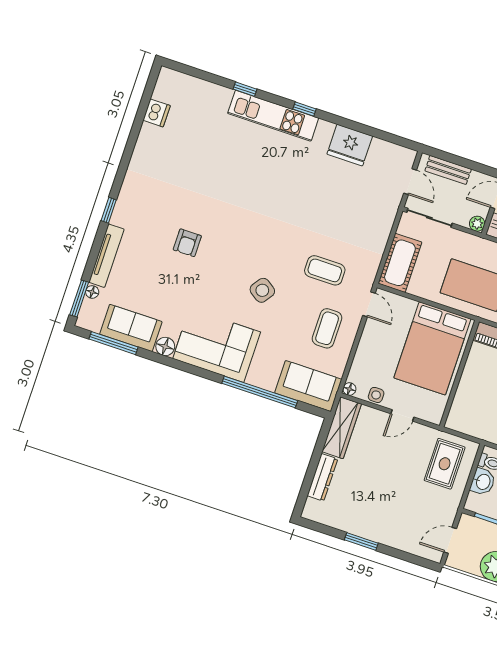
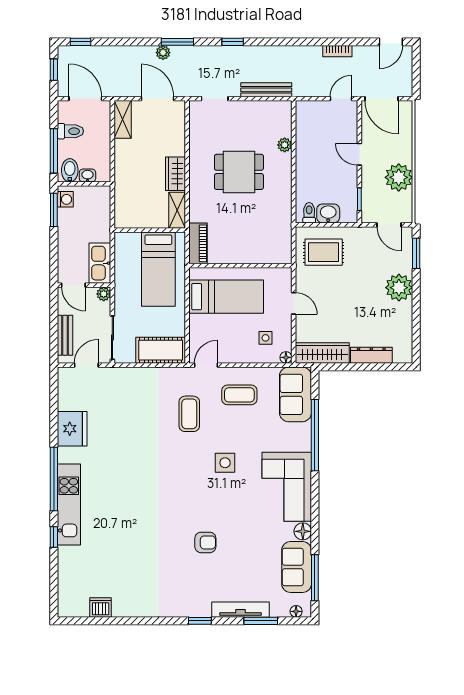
window: (304, 109) -> (54, 479), width x3.17
side table: (262, 290) -> (225, 463), turned -35
floor lamp: (92, 292) -> (296, 611), moved
window: (79, 299) -> (261, 621), moved
bed: (432, 348) -> (226, 297), width x0.67
side table: (376, 395) -> (266, 338), moved
plant: (382, 529) -> (399, 288), added
window: (361, 541) -> (416, 253), moved

